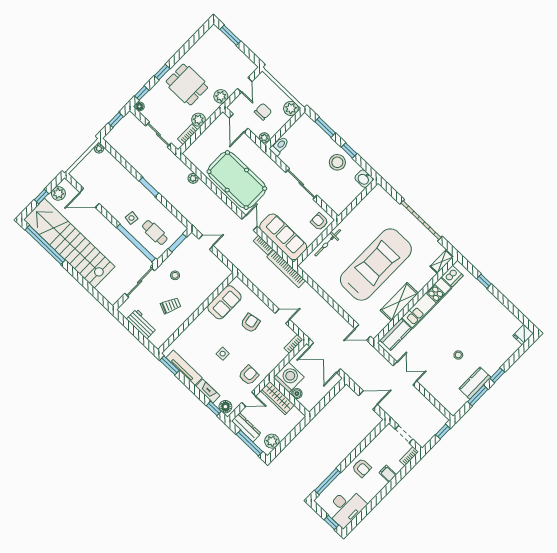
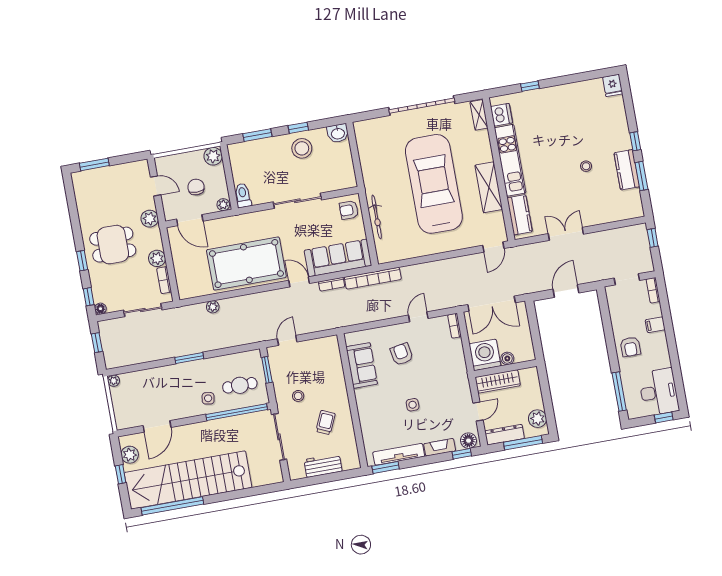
armchair: (249, 375) -> (454, 394), removed
armchair: (362, 468) -> (630, 347), turned 90

